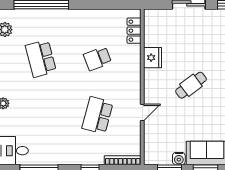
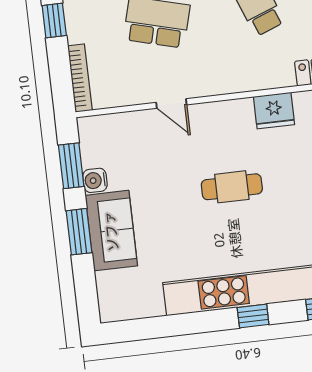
cafe table: (191, 85) -> (232, 187), turned -53

